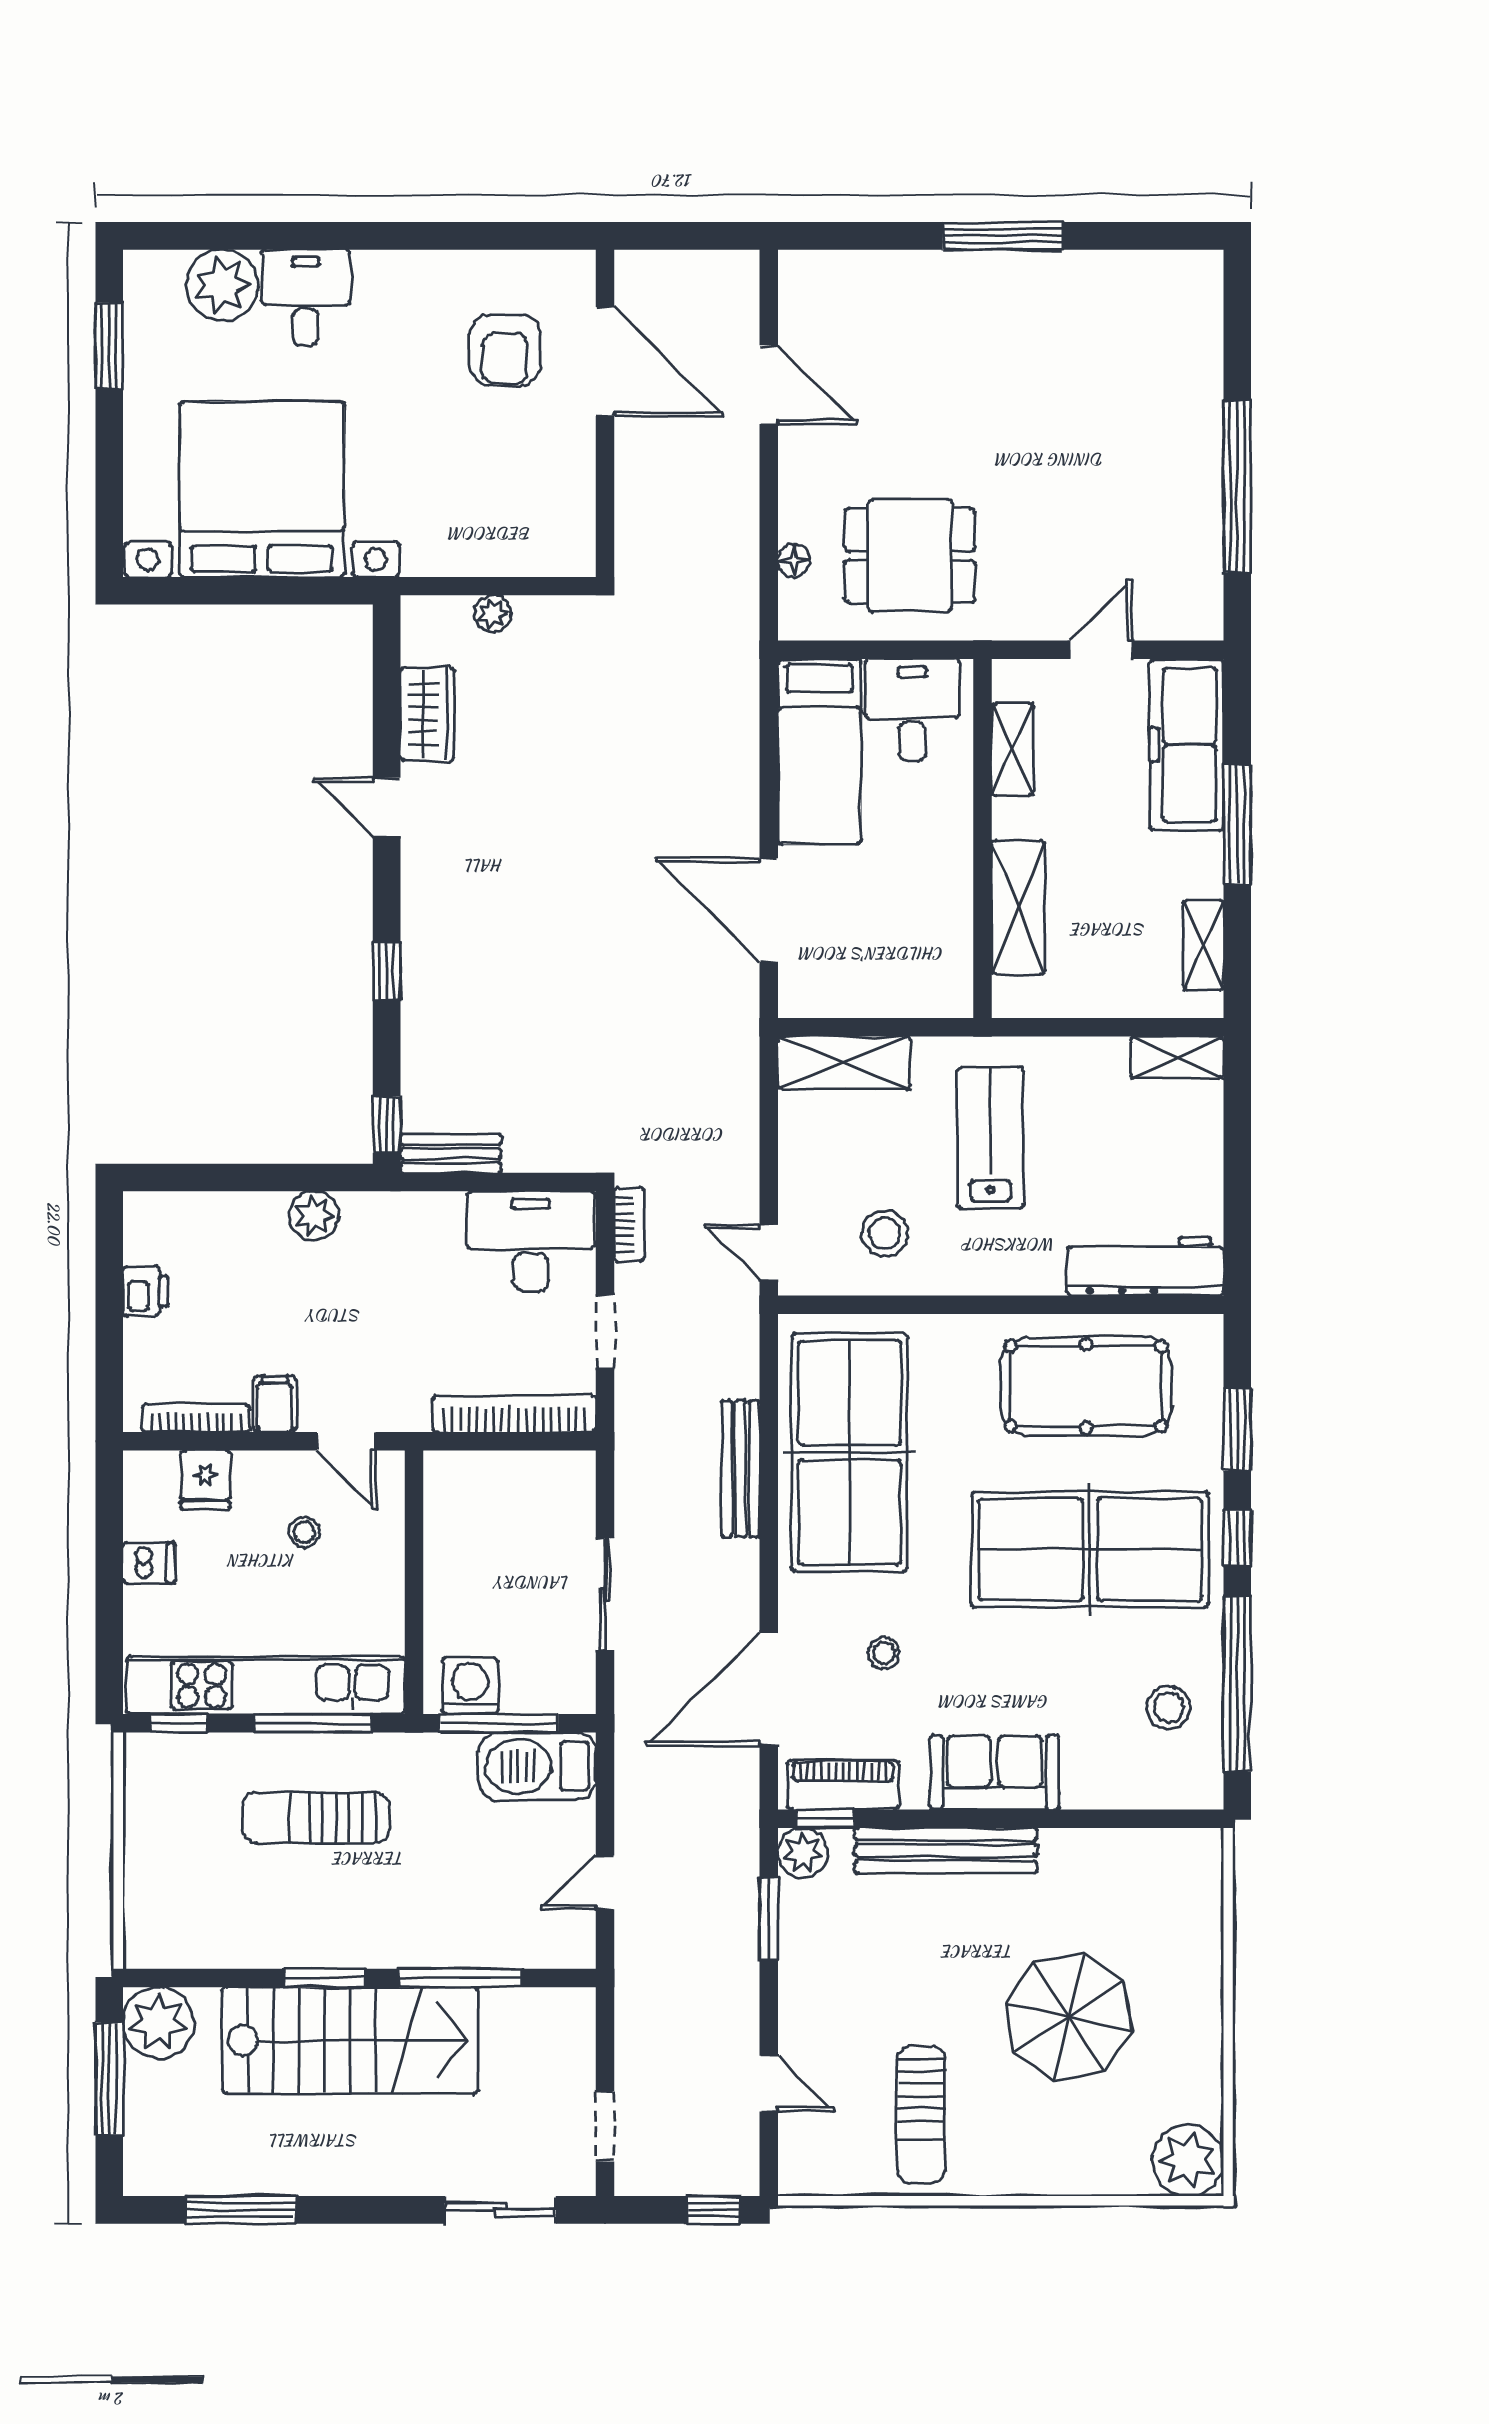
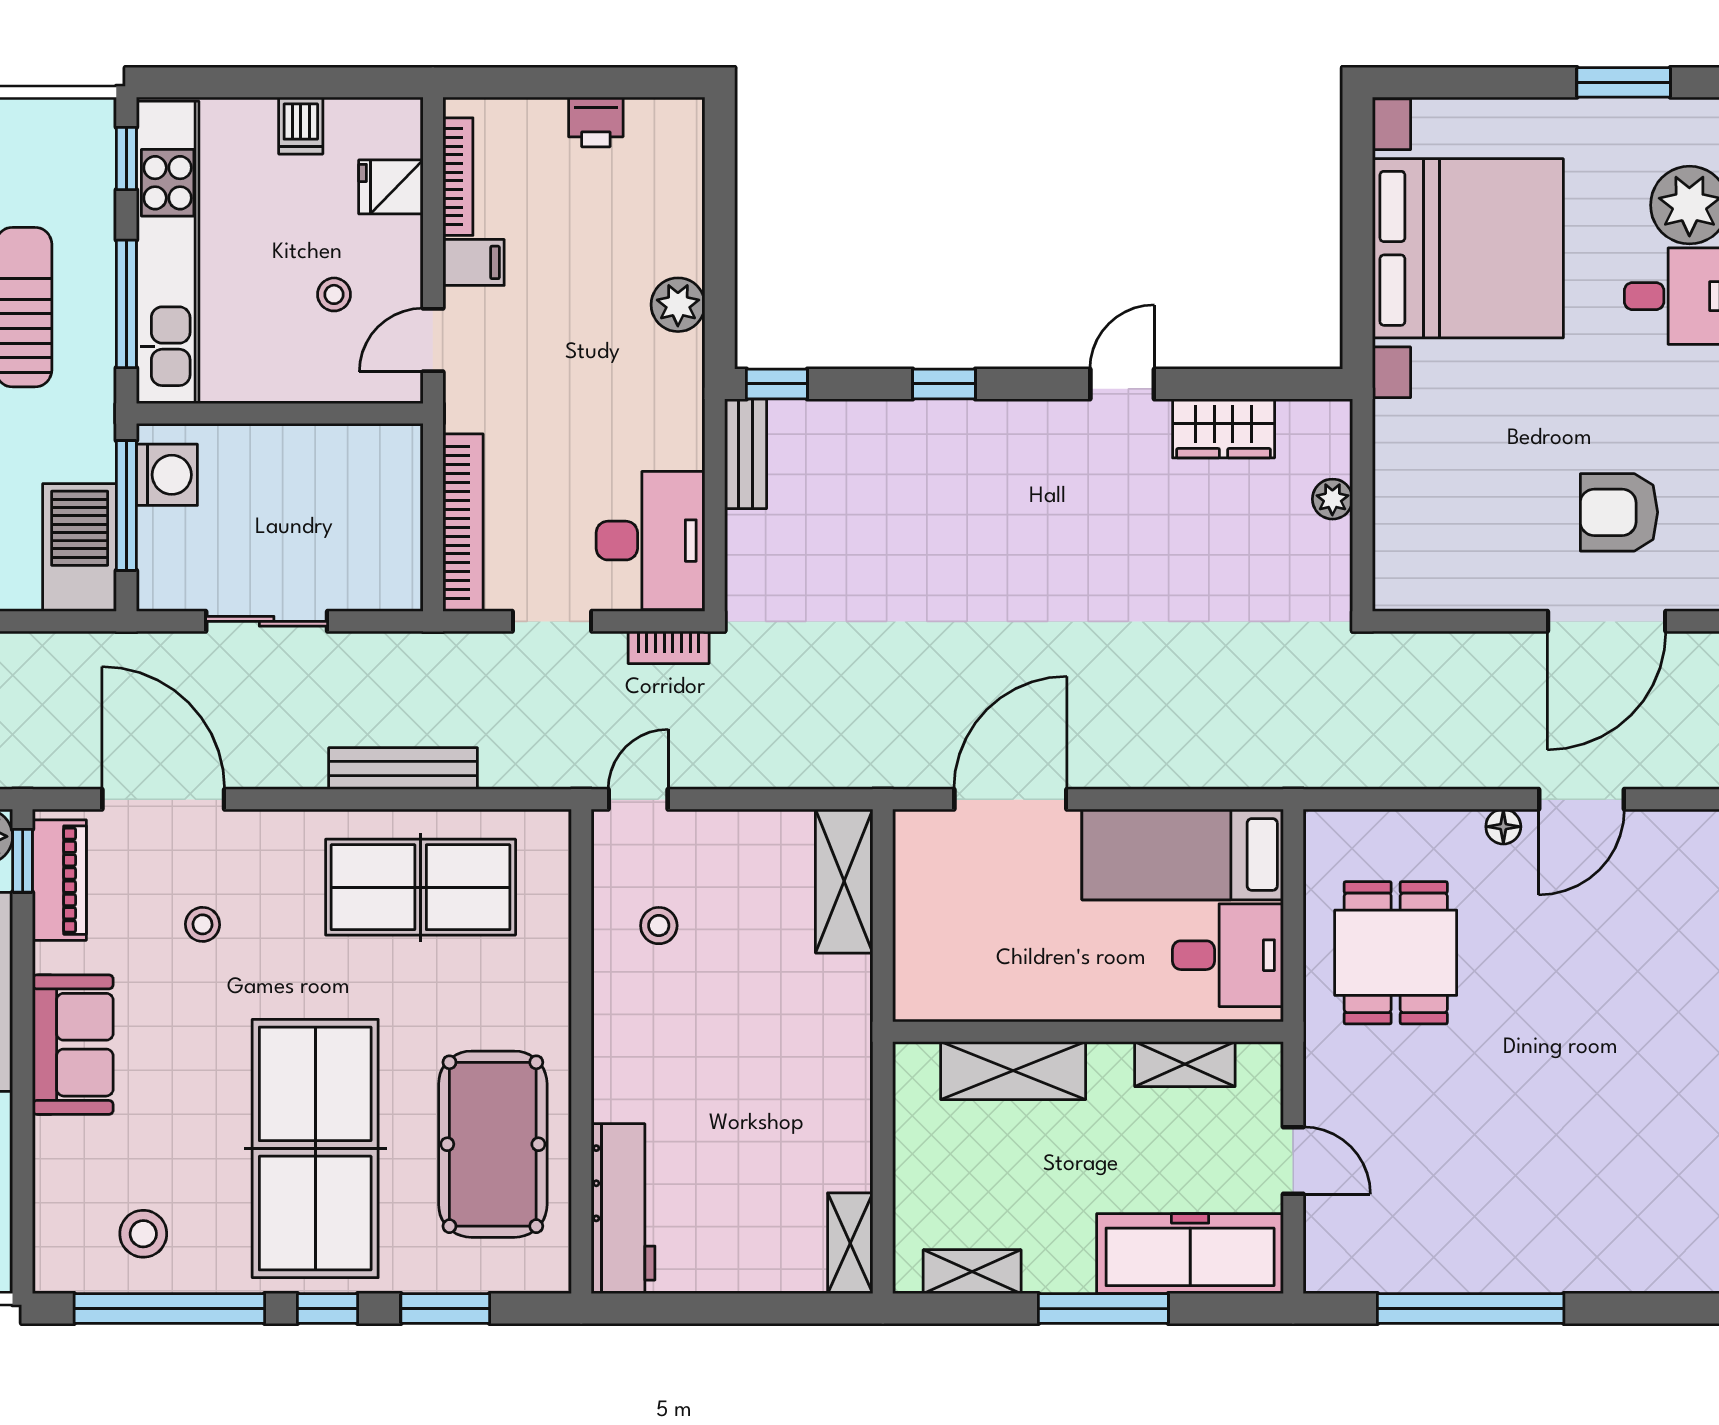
floor lamp: (794, 561) -> (1503, 827), moved
lab bench: (990, 1138) -> (763, 1040), removed
stool: (885, 1233) -> (659, 926), width x0.73, depth x0.73
table tennis table: (850, 1453) -> (421, 887), width x0.73, depth x0.76

